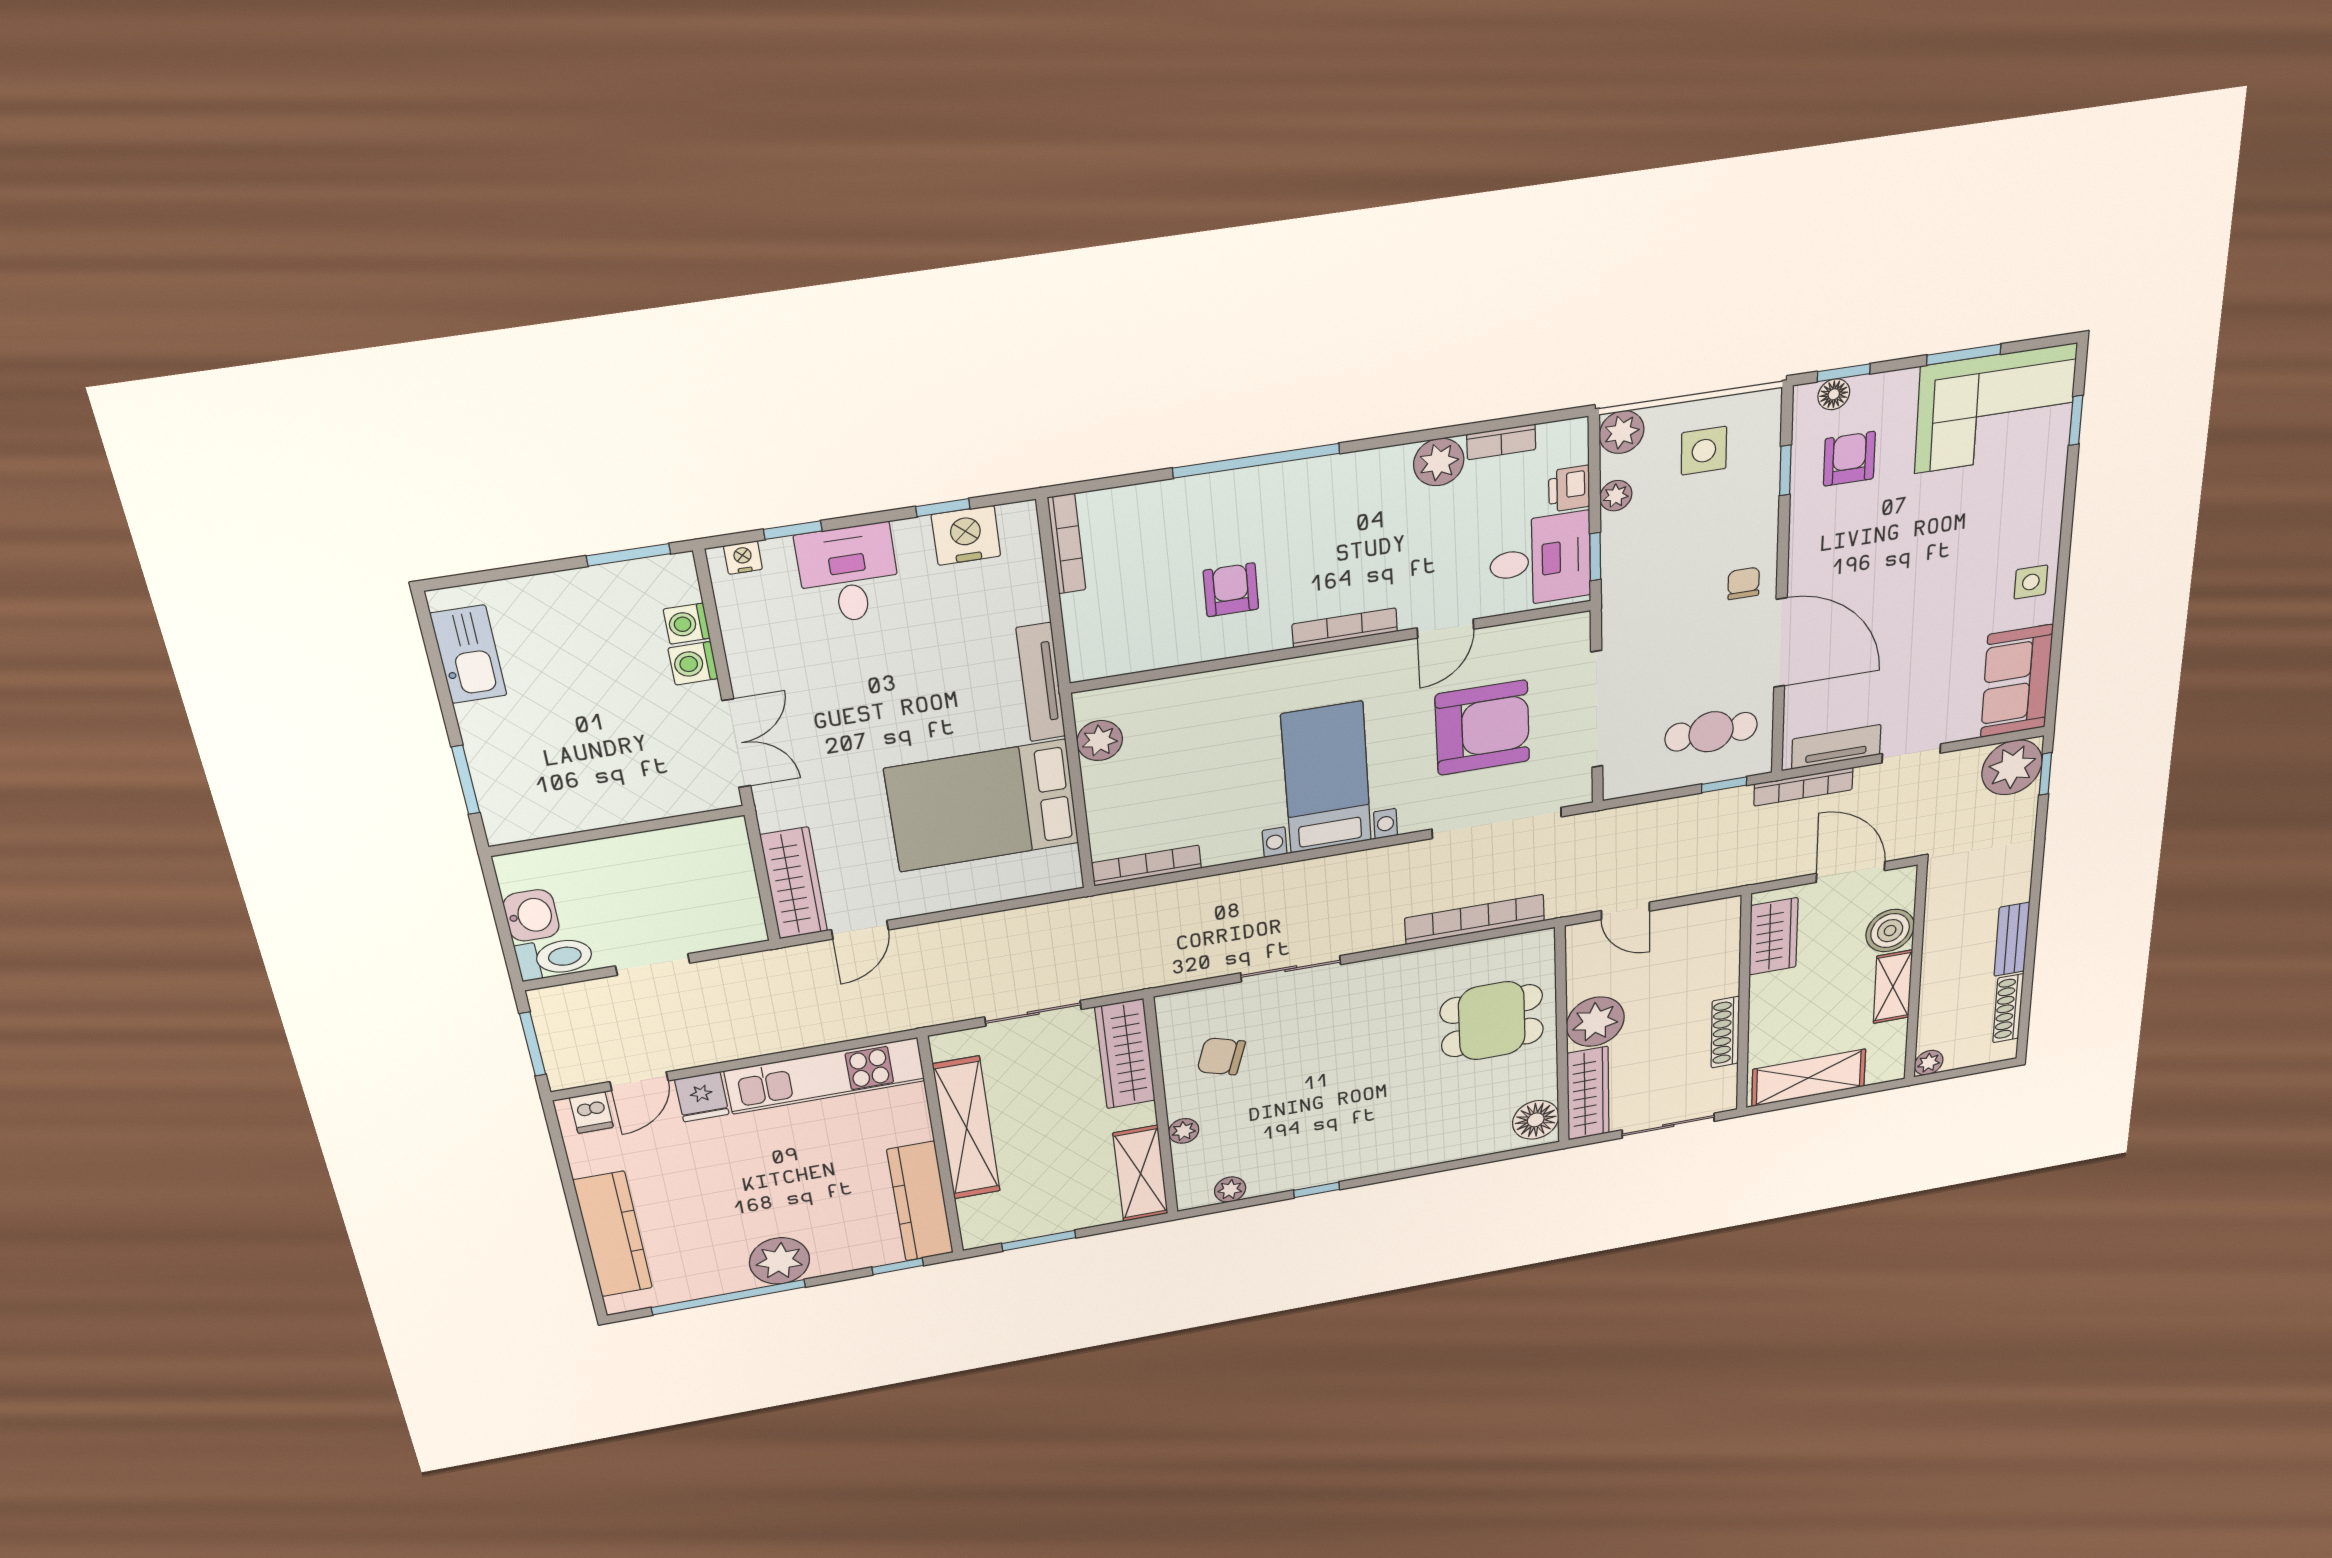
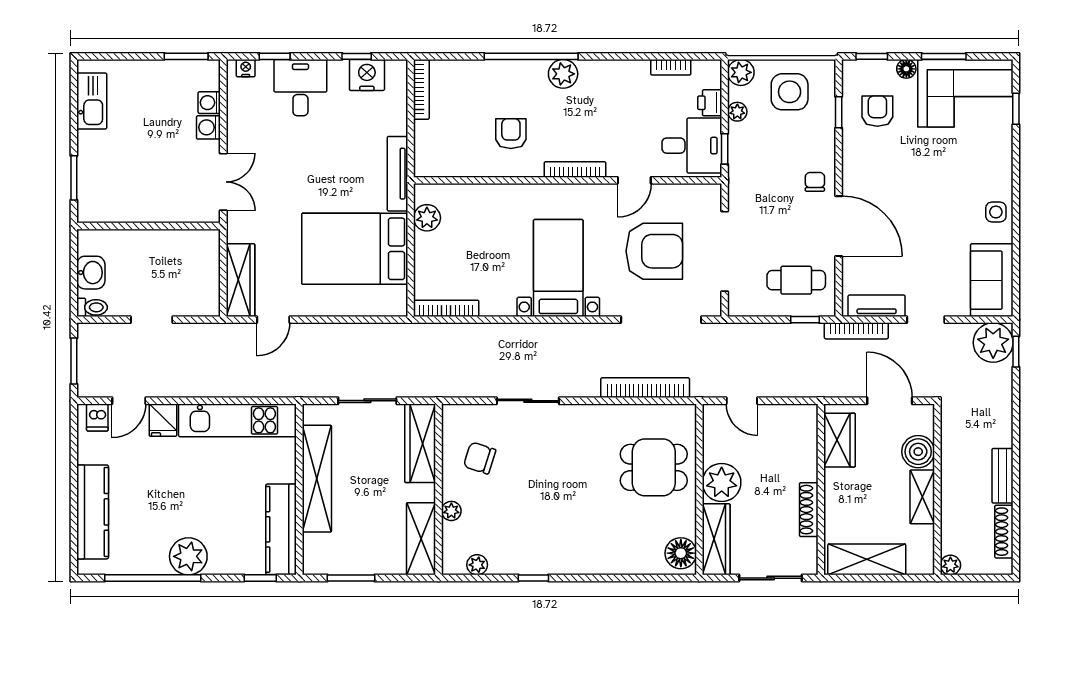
floor lamp: (1834, 394) -> (906, 69), moved
side table: (1704, 451) -> (790, 92), width x1.37, depth x1.37
plant: (1439, 462) -> (563, 74), moved
toilet: (555, 958) -> (92, 307), width x0.73, depth x0.72

